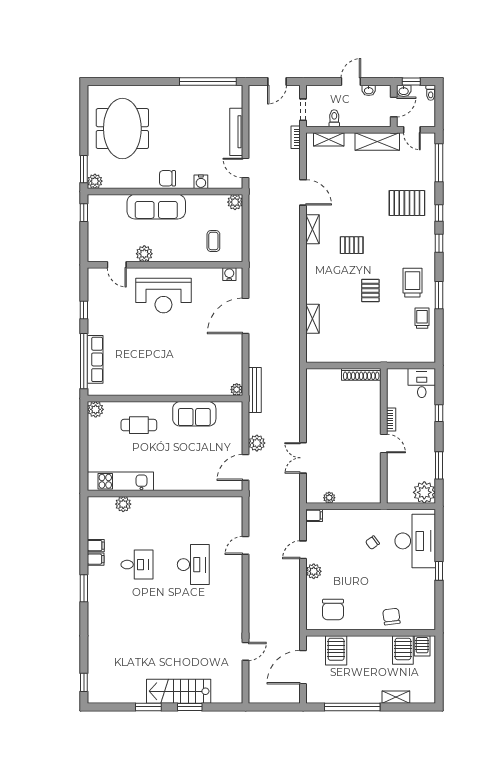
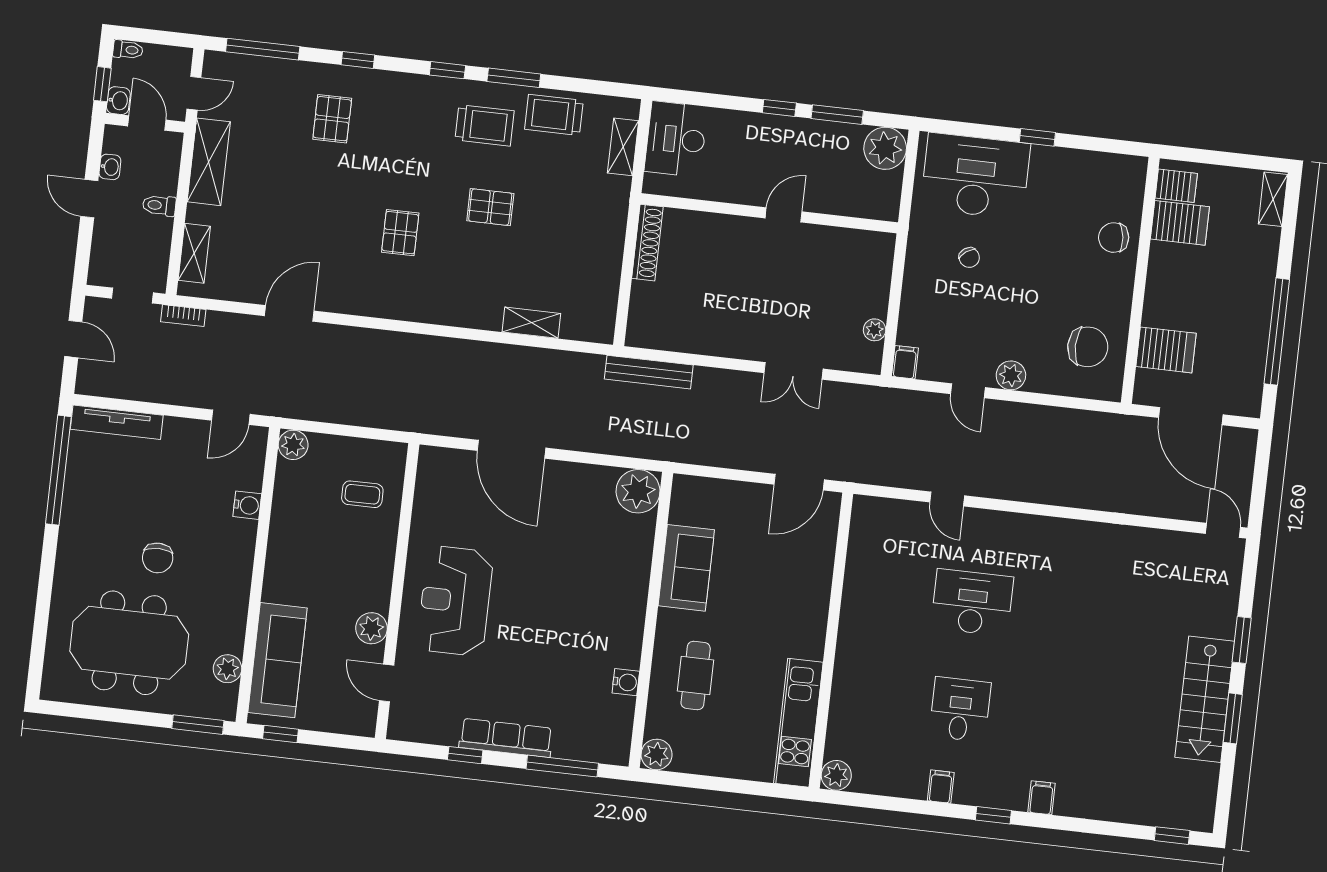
toilet: (334, 118) -> (159, 205), moved
tv unit: (236, 132) -> (117, 422), moved
chair: (167, 178) -> (158, 558), moved
plant: (95, 181) -> (227, 669), moved
pallet: (407, 203) -> (332, 119), width x0.67, depth x0.71
sofa: (156, 207) -> (277, 660), moved
shelving: (313, 229) -> (623, 147), moved, turned 90
window: (439, 243) -> (447, 70), moved
door: (117, 265) -> (387, 683), swing flipped
water cooler: (229, 274) -> (626, 682), moved, turned 180
trolley: (412, 283) -> (485, 125), turned 180
reception desk: (163, 296) -> (455, 601), turned 180
trolley: (422, 318) -> (554, 115), width x1.36, depth x1.39
row of seats: (95, 359) -> (506, 738), moved
window: (84, 361) -> (562, 766), width x0.68
desk: (422, 383) -> (676, 139), width x1.37
plant: (237, 390) -> (638, 491), width x1.88, depth x1.88
bench: (255, 390) -> (649, 372), moved
window: (439, 413) -> (779, 108), moved
bookcase: (391, 419) -> (740, 195), removed
plant: (257, 443) -> (755, 456), removed
door: (246, 467) -> (799, 482), hinge flipped
plant: (123, 504) -> (836, 775), moved
filing cabinet: (96, 546) -> (1042, 798), moved
window: (84, 588) -> (993, 815), width x0.67
door: (246, 651) -> (1223, 530), moved
stairs: (179, 691) -> (1205, 699), moved
shelving: (396, 697) -> (1273, 199), moved

